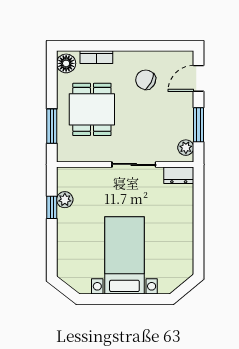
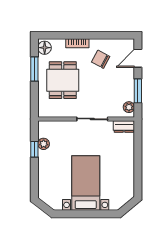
bookcase: (96, 57) -> (77, 43), moved
window: (52, 126) -> (34, 69), moved

